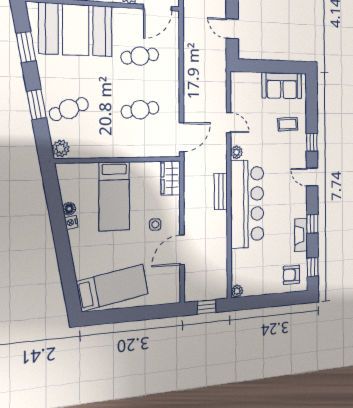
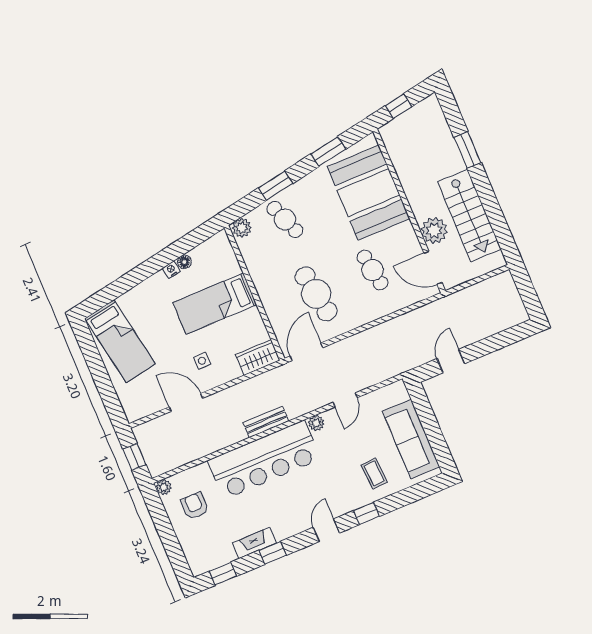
sofa: (282, 86) -> (411, 439), width x1.36
cafe table: (140, 110) -> (316, 294), width x1.37, depth x1.35
door: (182, 137) -> (306, 352), swing flipped
armchair: (291, 275) -> (195, 506), moved

